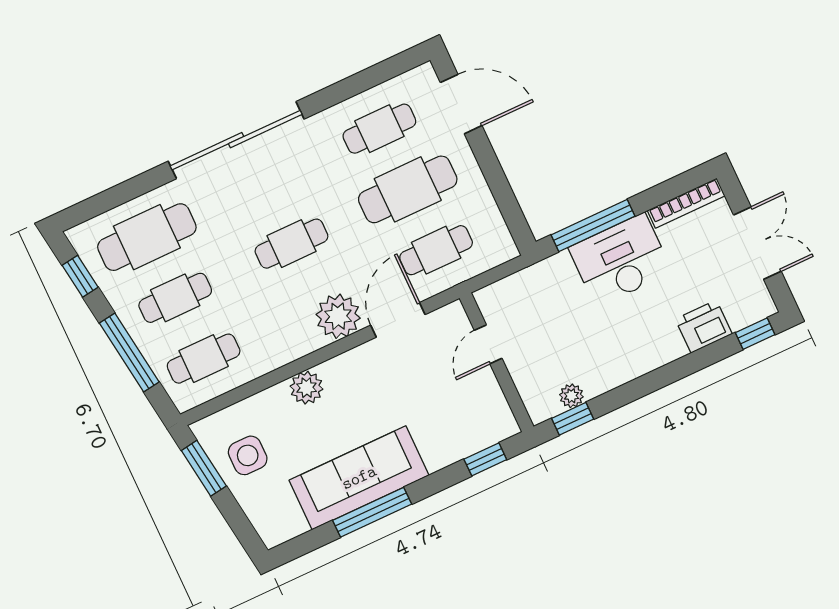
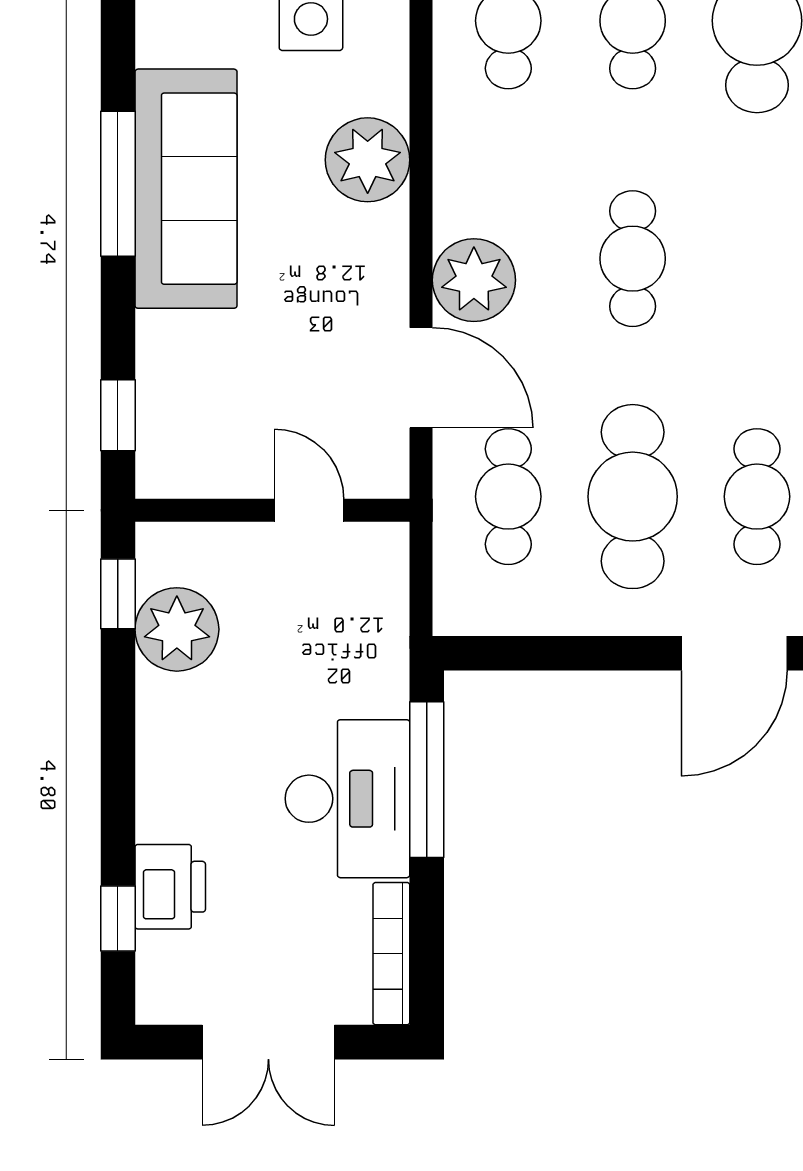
window: (755, 334) -> (118, 918), moved
plant: (307, 388) -> (368, 160), width x1.36, depth x1.36
plant: (571, 396) -> (177, 629), width x1.88, depth x1.88

